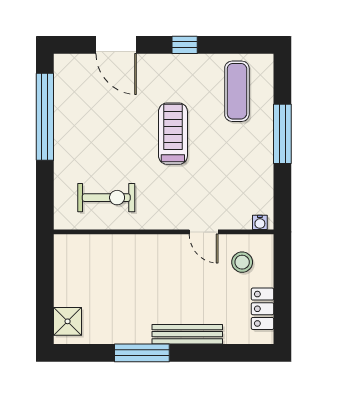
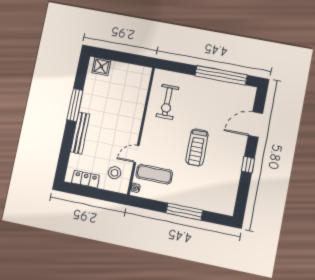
exercise mat: (237, 91) -> (154, 174), moved
treadmill: (173, 134) -> (197, 147), turned 90

